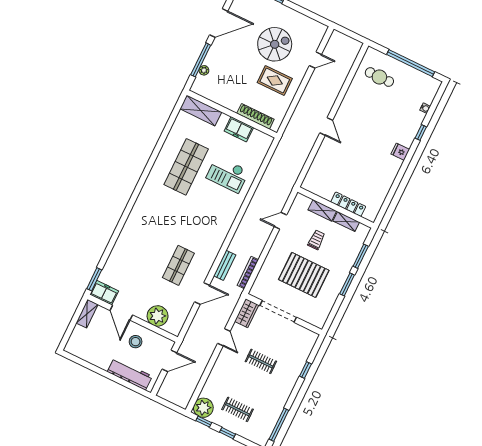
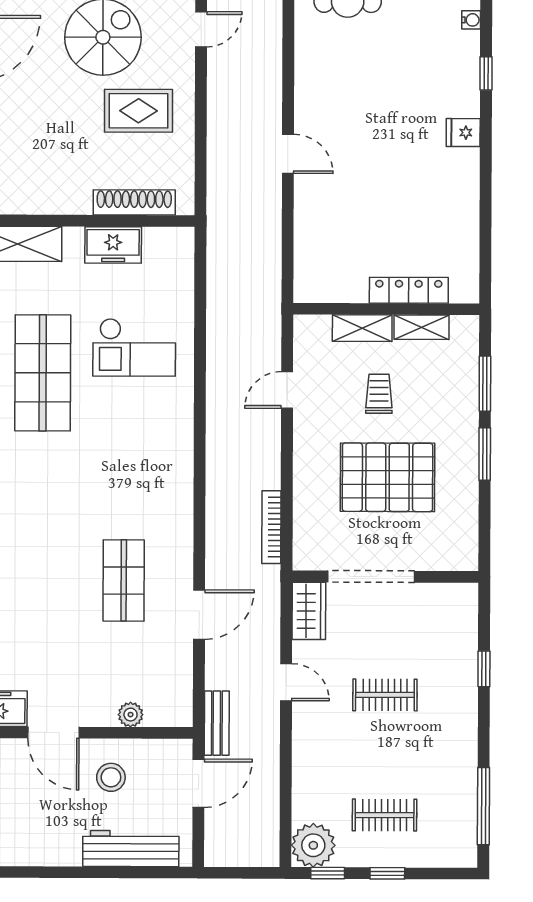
bench: (225, 265) -> (217, 723), moved
plant: (158, 316) -> (131, 715), width x0.53, depth x0.53

